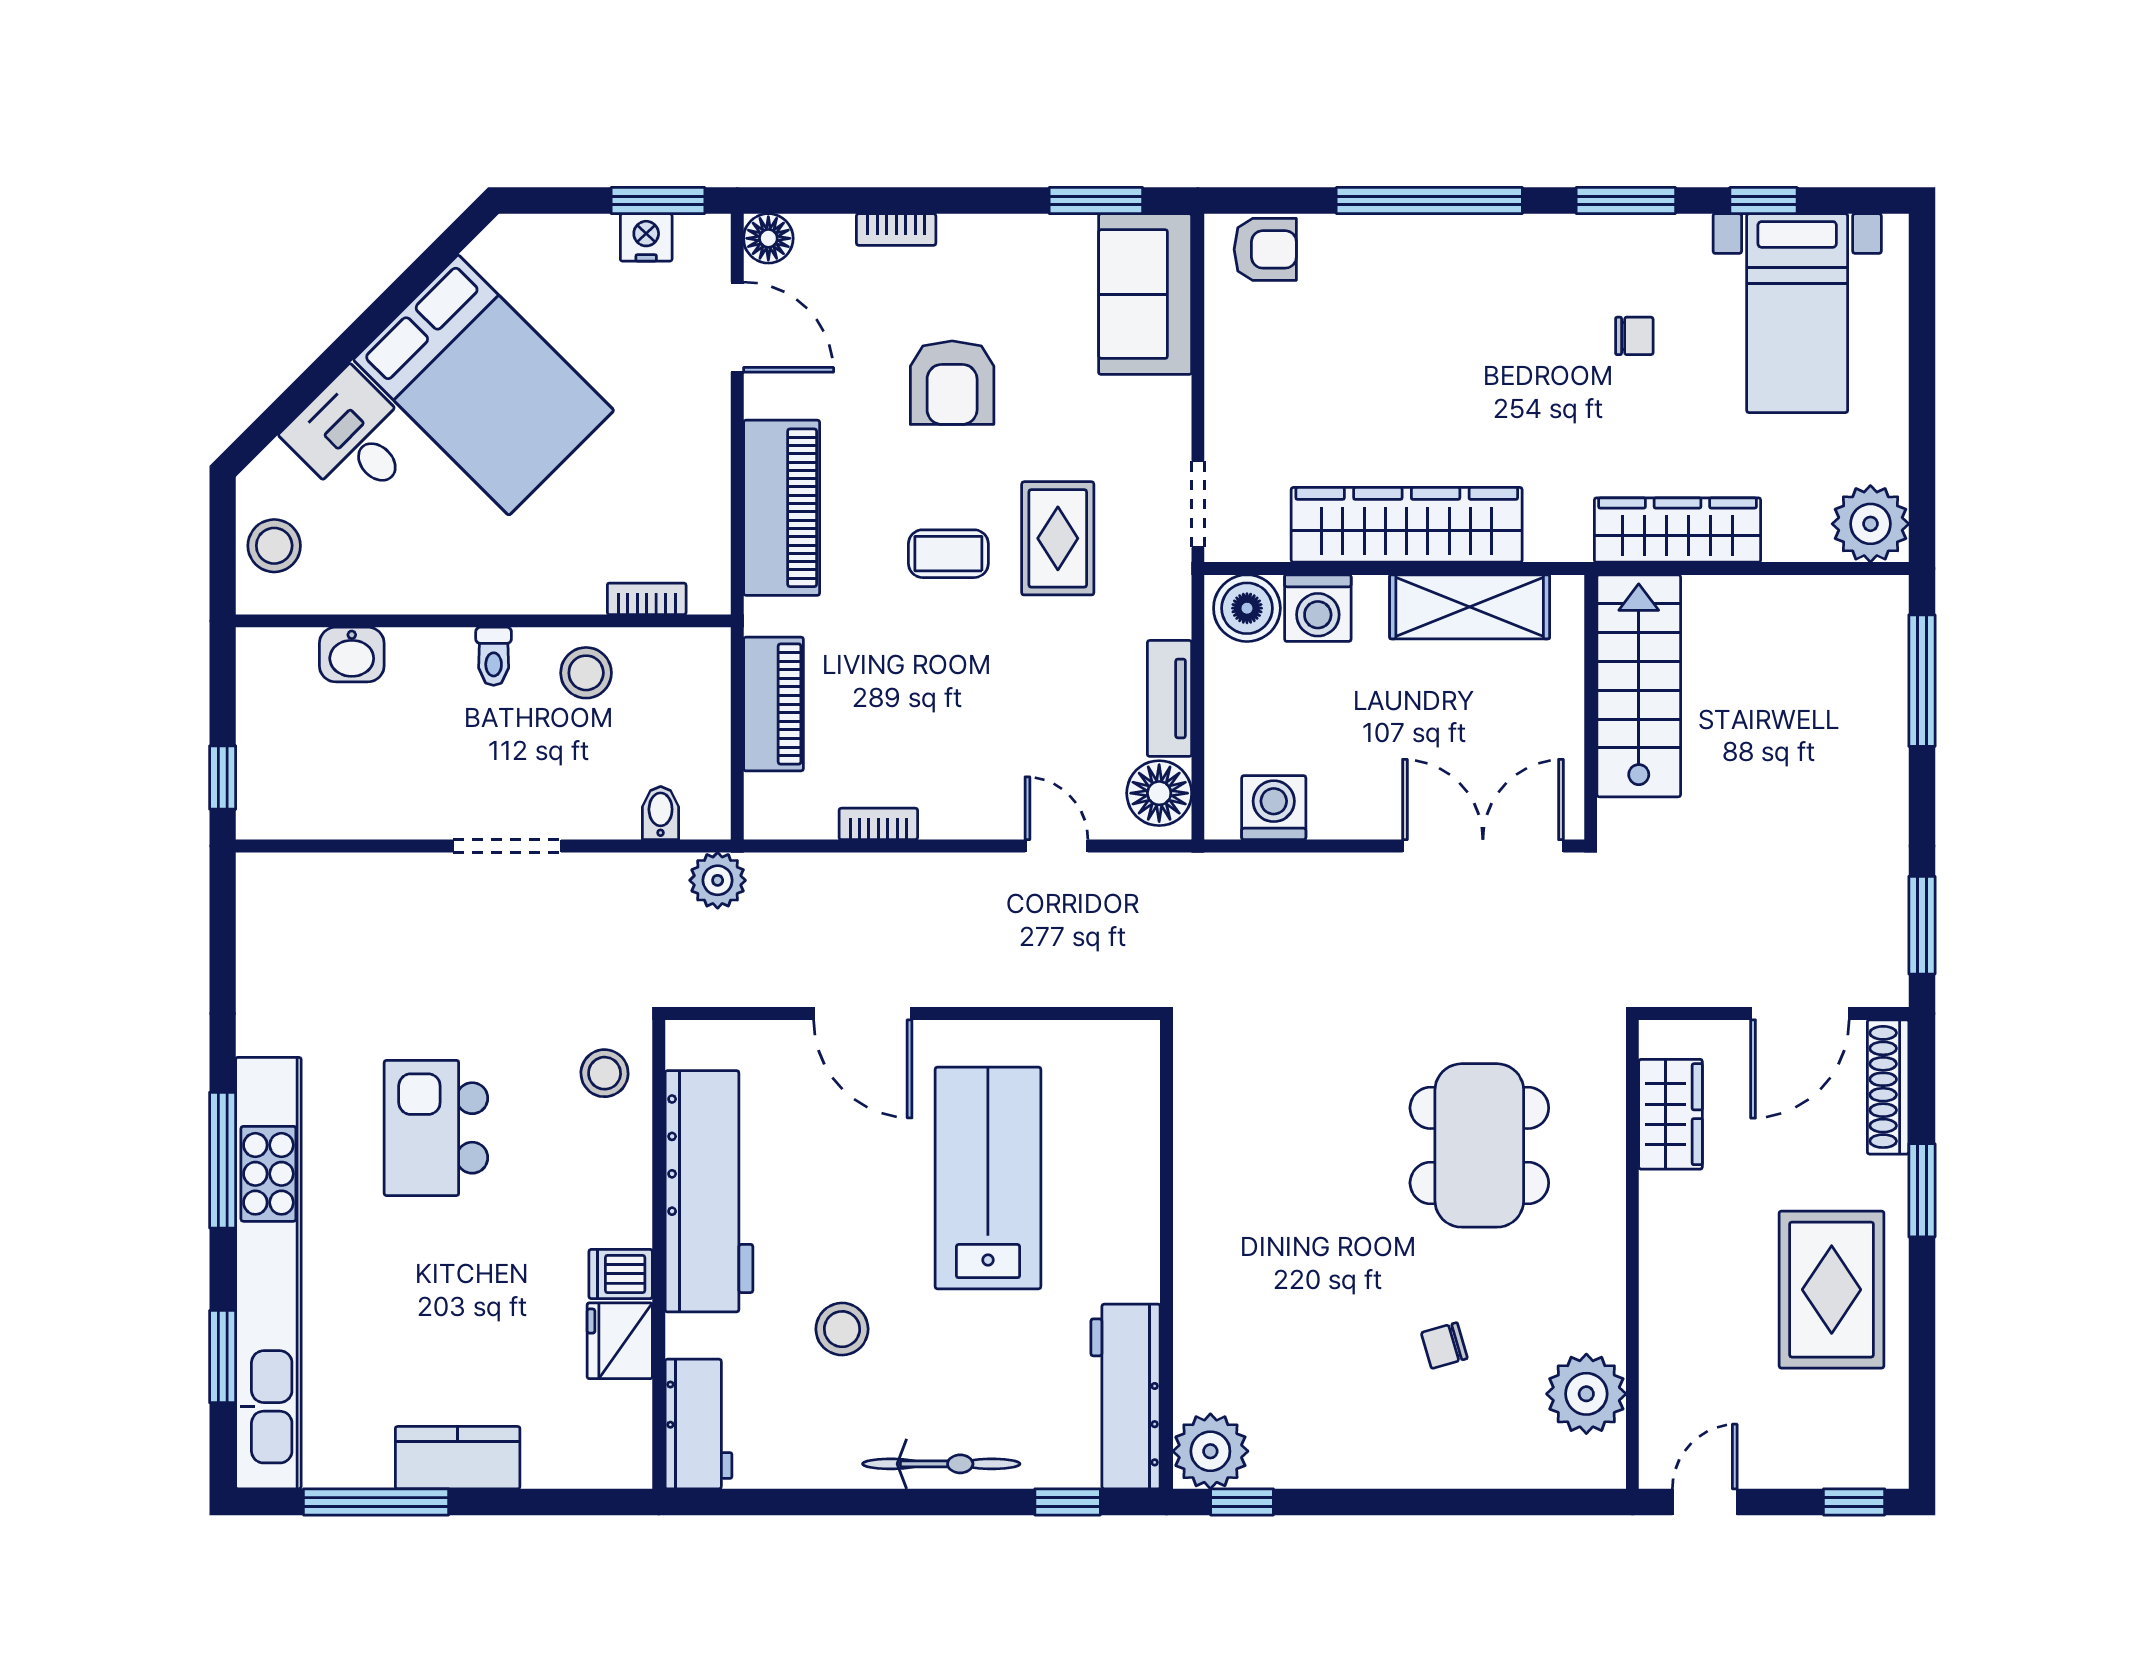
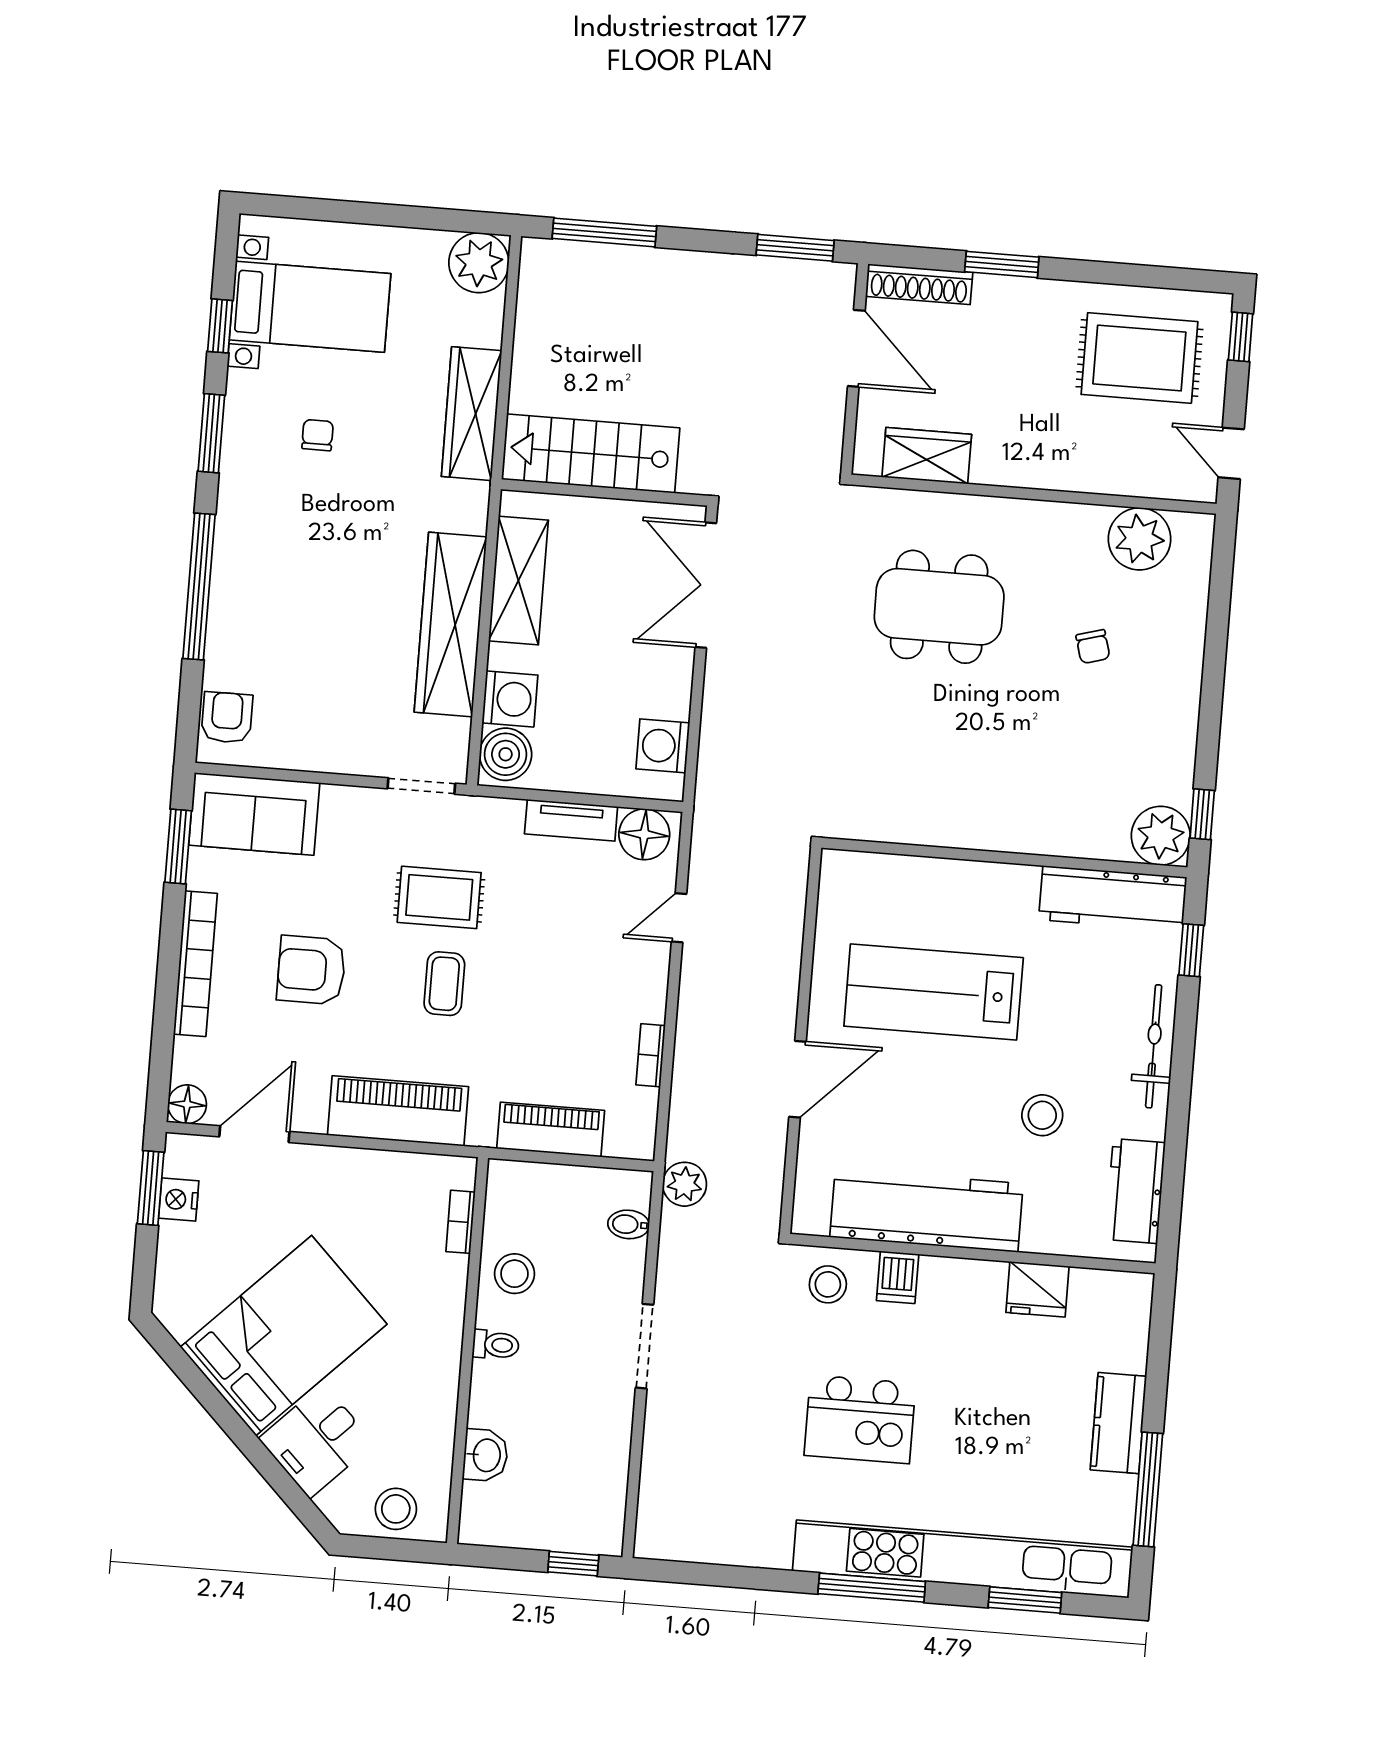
bookcase: (896, 229) -> (195, 964), width x2.31, depth x1.31
armchair: (952, 383) -> (311, 970), turned 180
dishwasher: (621, 1274) -> (898, 1277), moved
rug: (1832, 1290) -> (1139, 358), moved
workbench: (699, 1424) -> (1135, 1191), moved, turned -90

